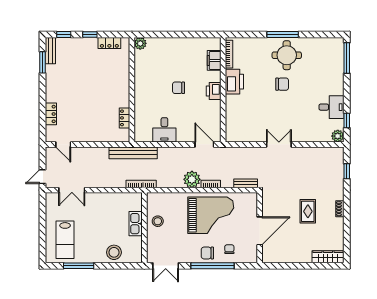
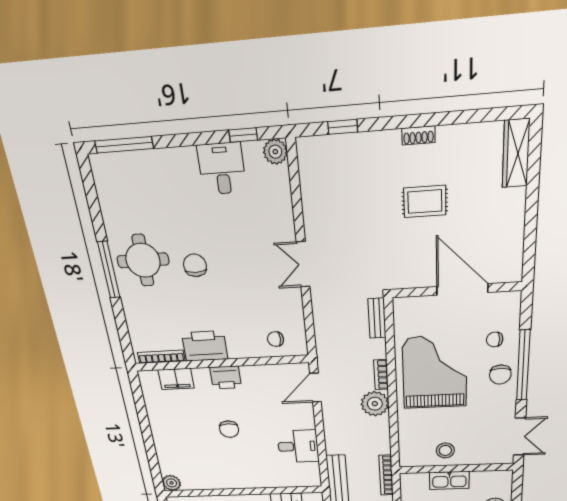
chair: (236, 124) -> (276, 339), added

